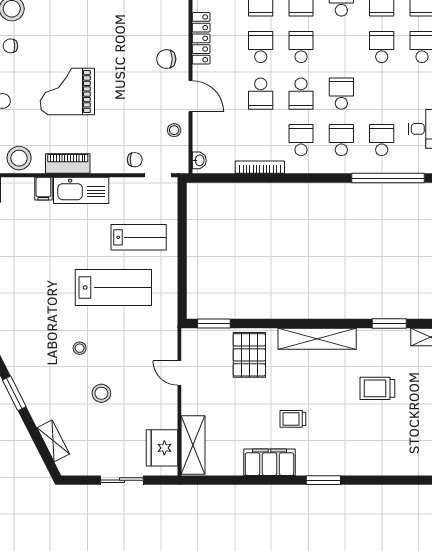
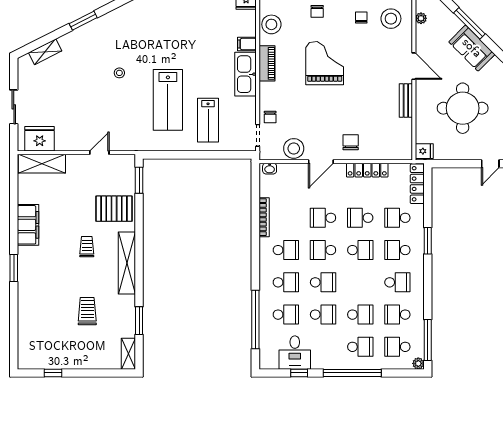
school desk: (261, 47) -> (360, 218), turned 180
school desk: (382, 94) -> (323, 315), added
stool: (174, 130) -> (294, 148), width x1.89, depth x1.89
stool: (101, 393) -> (83, 90), removed
trolley: (293, 419) -> (87, 247), moved

